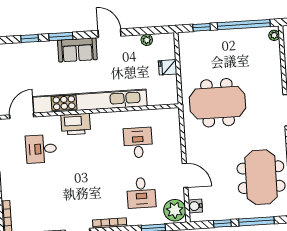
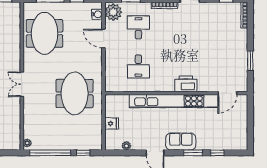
meeting table: (218, 103) -> (75, 93), turned 90
desk: (41, 149) -> (214, 66), removed

